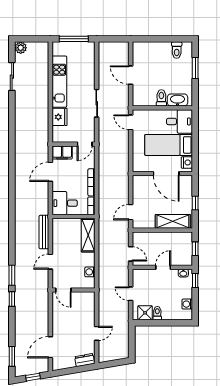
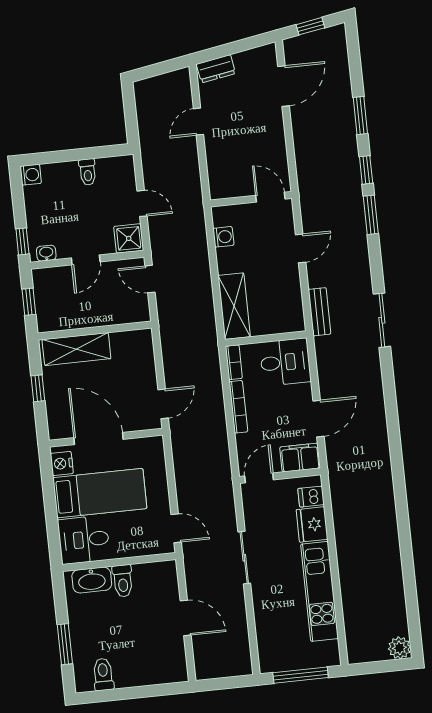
sliding door: (12, 77) -> (382, 320), moved
dishwasher: (58, 132) -> (311, 497), added
door: (131, 212) -> (163, 404), moved
bench: (44, 232) -> (320, 312), width x0.73
washing machine: (187, 304) -> (31, 175), moved
shower: (145, 313) -> (129, 238), moved
window: (12, 356) -> (360, 115), moved

